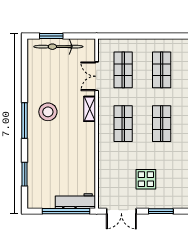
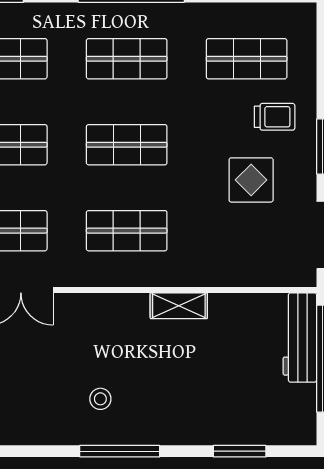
shelving: (90, 109) -> (179, 306), moved
stool: (48, 112) -> (100, 399), width x0.53, depth x0.53
trolley: (174, 190) -> (275, 117), added

